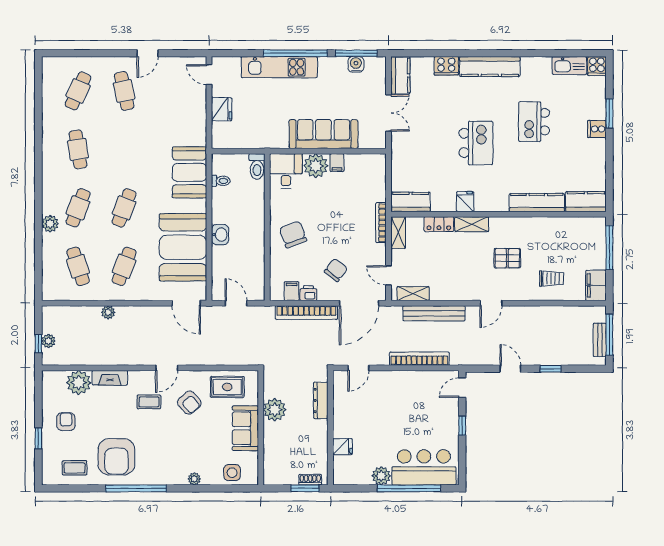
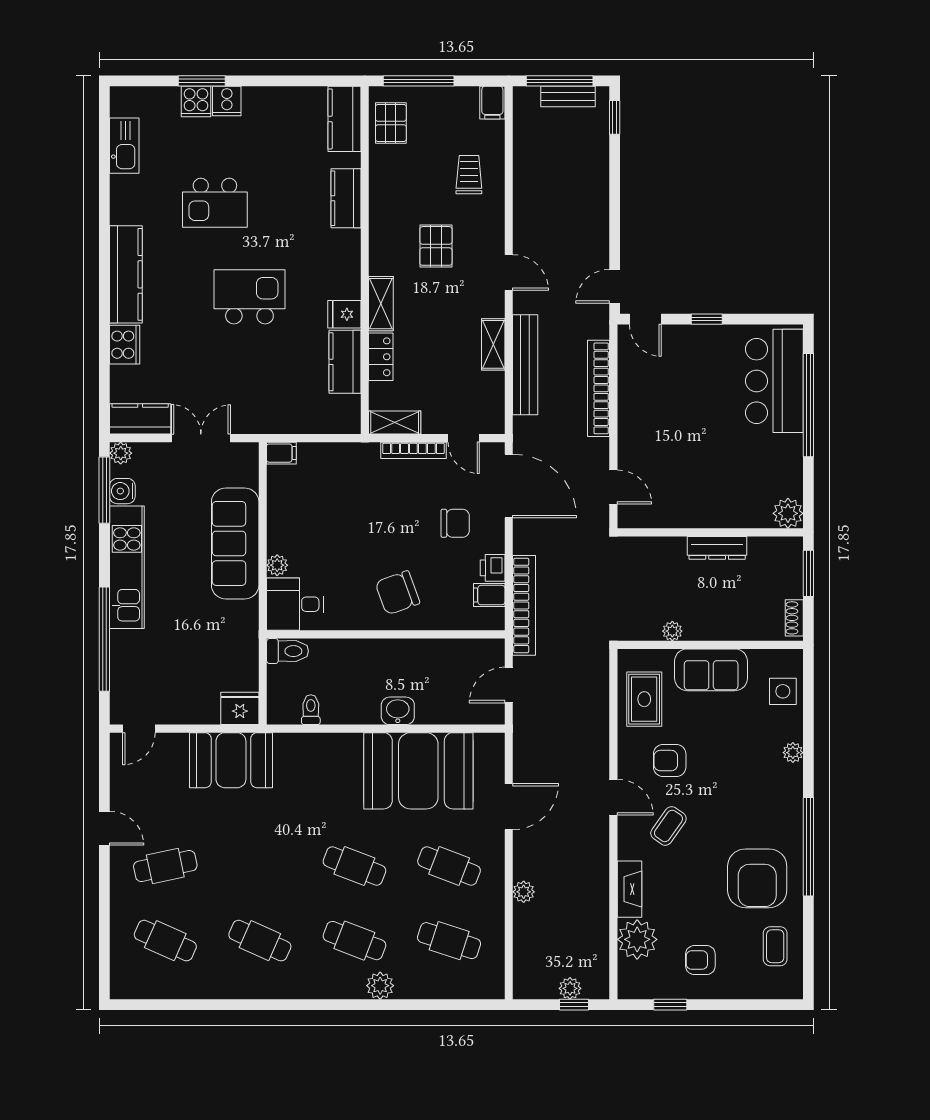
window: (295, 53) -> (104, 639), moved
plant: (379, 63) -> (121, 453), added
cooker: (597, 66) -> (196, 102), moved, turned 90
kitchen unit: (279, 67) -> (127, 567), moved
fridge: (222, 109) -> (240, 708), moved
cafe table: (78, 149) -> (260, 941), turned 33
filing cabinet: (337, 163) -> (281, 453), moved
plant: (316, 166) -> (277, 565), width x0.53, depth x0.53
booth: (189, 172) -> (231, 760), moved
kitchen counter: (411, 202) -> (345, 362), moved
kitchen counter: (537, 203) -> (346, 198), width x0.67
bookcase: (381, 223) -> (413, 450), moved
pallet: (583, 230) -> (391, 123), added
cafe table: (78, 266) -> (449, 941), turned 36
chair: (336, 270) -> (455, 523), turned 142
door: (389, 275) -> (464, 438), hinge flipped
filing cabinet: (596, 285) -> (492, 103), width x0.50
shelving: (413, 294) -> (493, 344), moved
door: (186, 303) -> (509, 807), moved
bookcase: (306, 313) -> (524, 605), moved
door: (510, 369) -> (615, 286), moved
window: (551, 369) -> (615, 117), moved
dresser: (321, 400) -> (717, 548), moved
coffee table: (149, 402) -> (668, 826), turned 35
armchair: (189, 403) -> (670, 761), turned -138
plant: (275, 410) -> (672, 631), width x0.53, depth x0.53
window: (38, 438) -> (670, 1005), moved
fridge: (342, 447) -> (741, 513), removed
armchair: (116, 457) -> (757, 878), turned 90
plant: (381, 476) -> (788, 513), moved
shoe rack: (310, 480) -> (794, 618), moved

